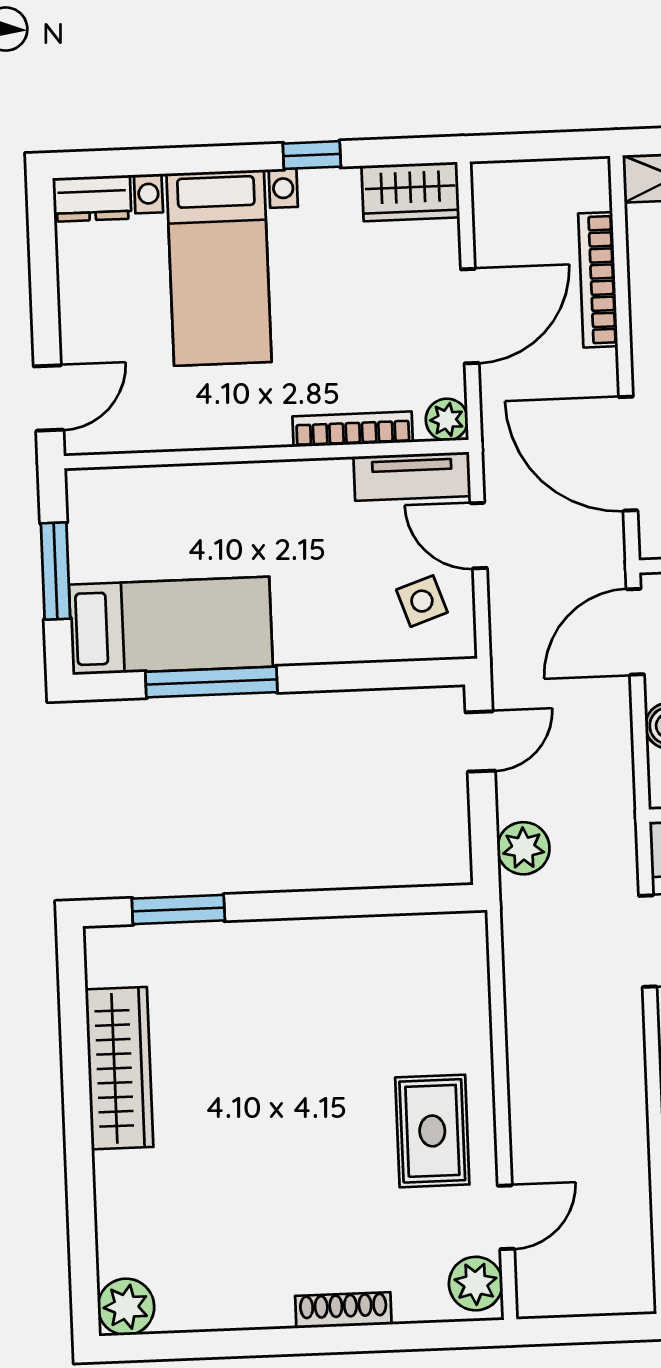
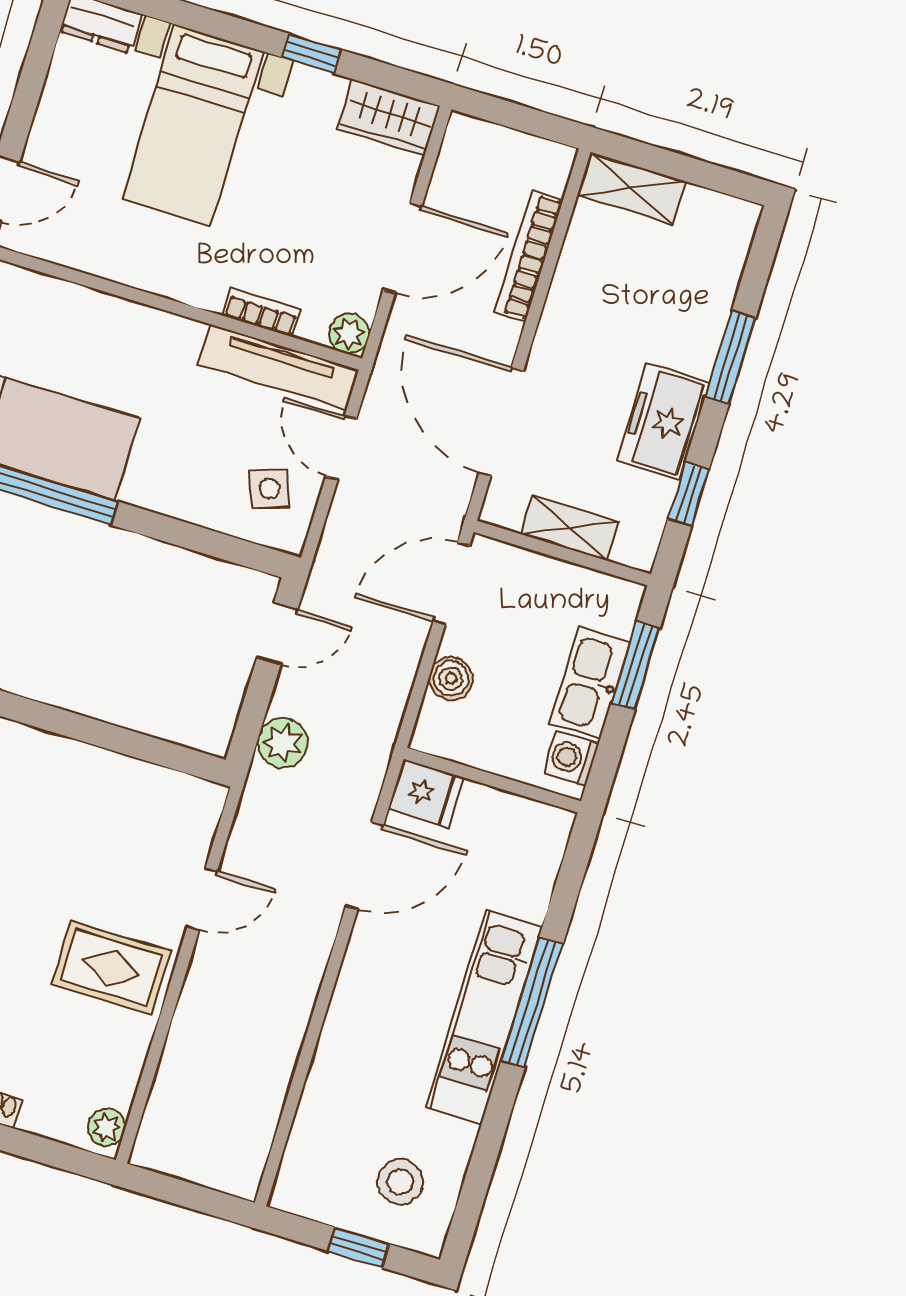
bookcase: (353, 429) -> (262, 312), width x0.64
tv unit: (412, 476) -> (279, 367), width x1.41
rug: (432, 1131) -> (111, 968), turned 90
door: (506, 1217) -> (202, 899), moved
plant: (476, 1284) -> (107, 1127), width x0.73, depth x0.73

